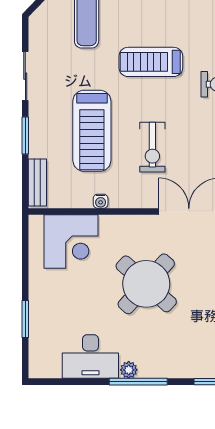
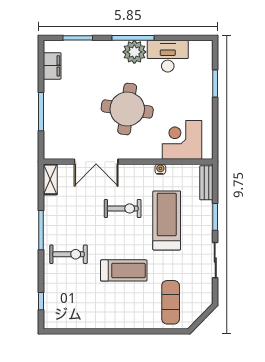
exercise bike: (152, 147) -> (123, 208), turned 90
round table: (146, 284) -> (127, 109), turned -34
plant: (129, 370) -> (134, 52), width x1.88, depth x1.88

